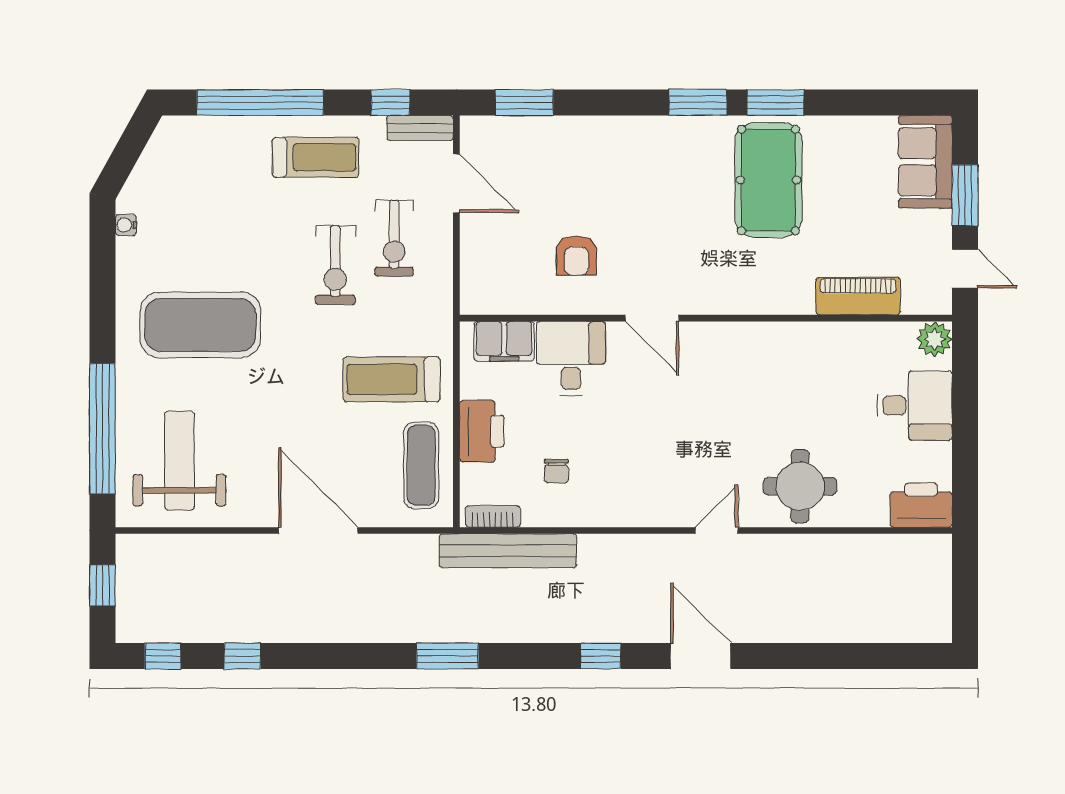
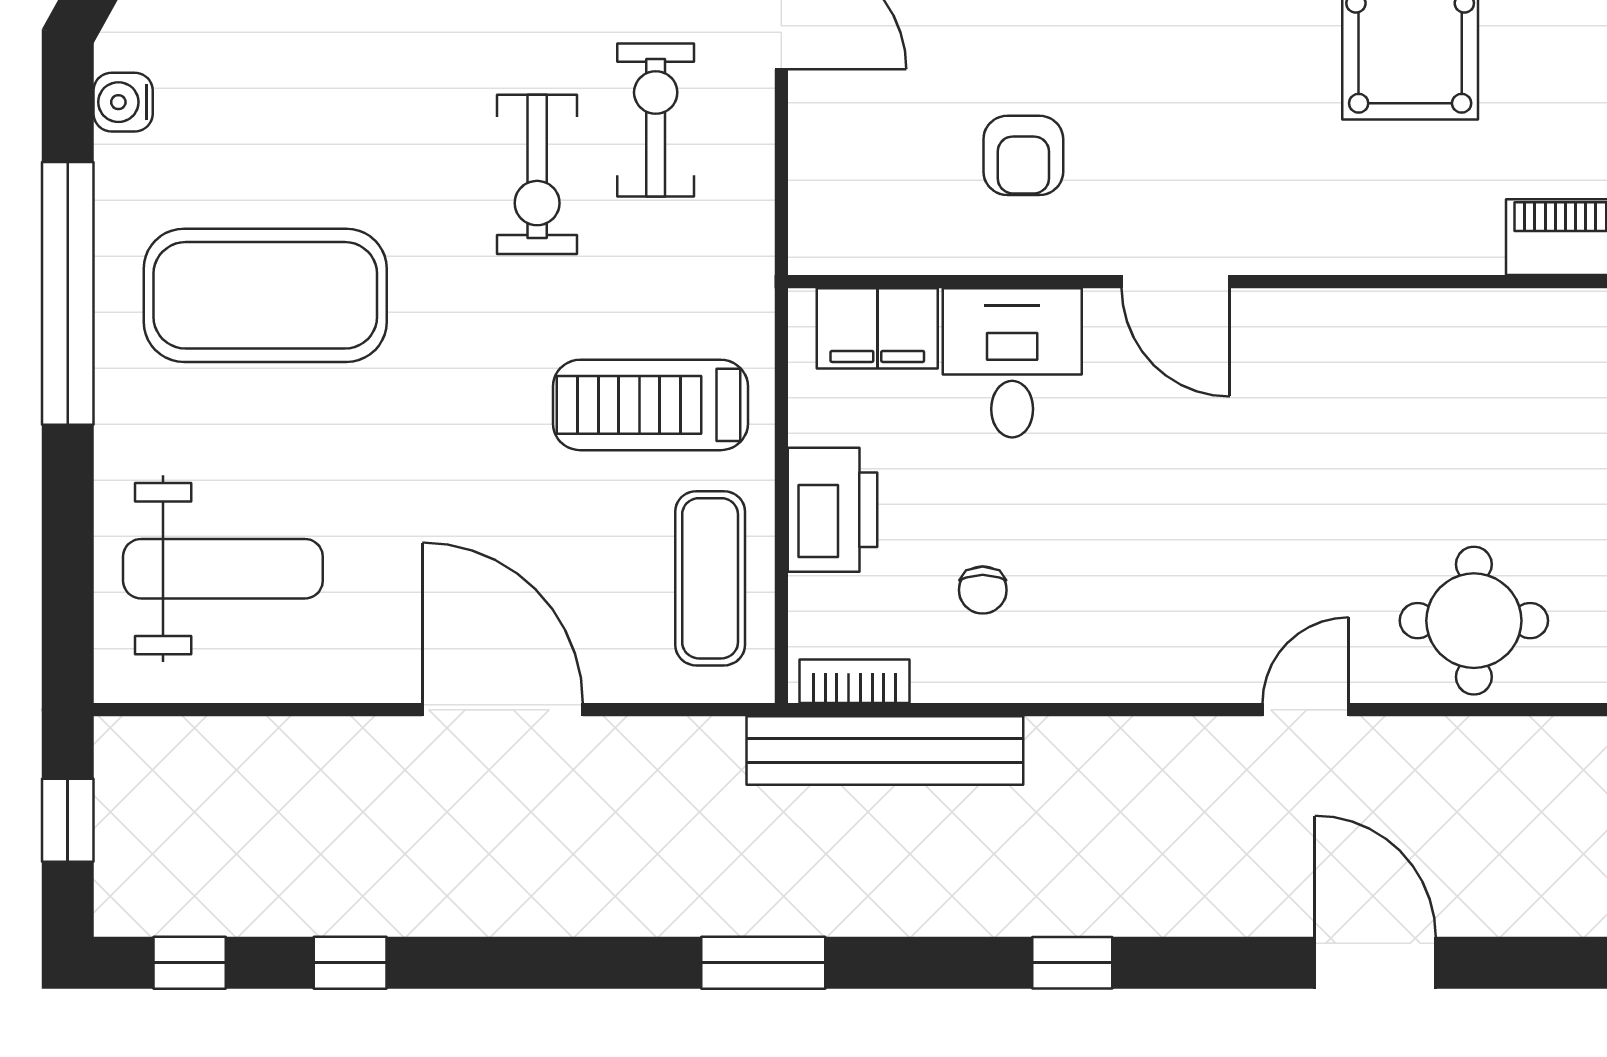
water cooler: (126, 225) -> (123, 102), width x1.38, depth x1.38
exercise bike: (394, 238) -> (656, 120), turned 180
window: (102, 429) -> (68, 293), moved
weight bench: (179, 461) -> (223, 569), turned 90
door: (700, 656) -> (1375, 963), moved

